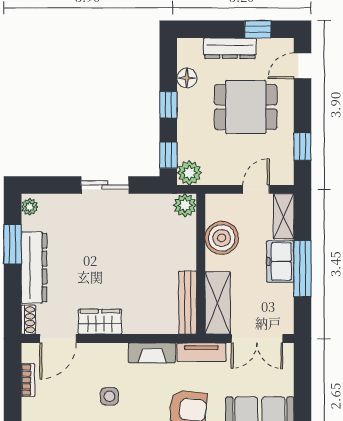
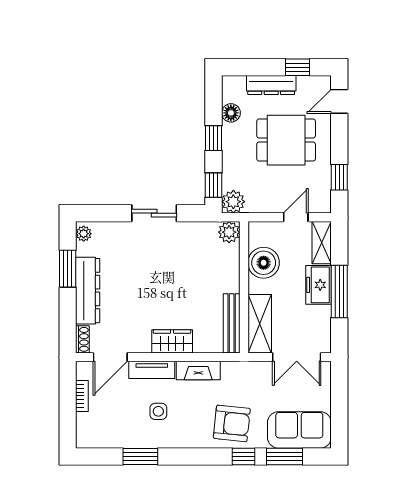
wardrobe: (100, 322) -> (172, 341), moved
tv unit: (201, 352) -> (152, 370), moved

